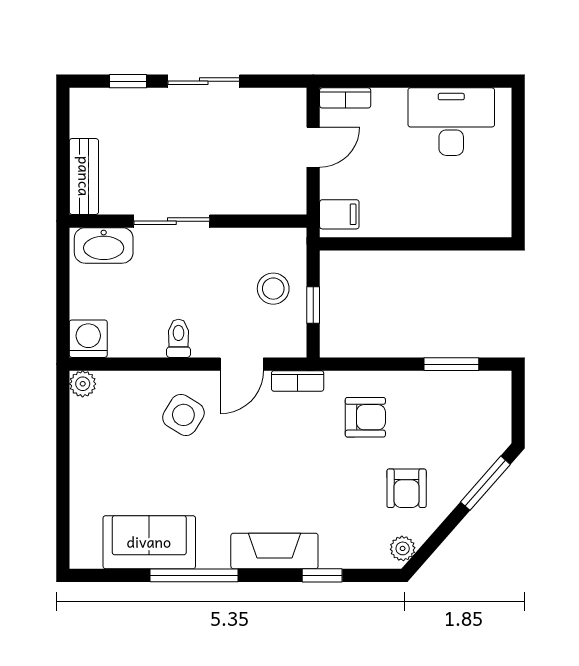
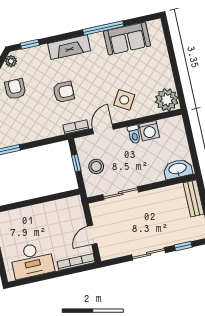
bookcase: (345, 98) -> (76, 262), width x1.56
filing cabinet: (339, 214) -> (74, 207), removed
sliding door: (172, 221) -> (121, 193), moved
washing machine: (88, 339) -> (149, 131), moved
plant: (83, 384) -> (167, 100), width x1.88, depth x1.88
armchair: (365, 417) -> (64, 92), moved, turned 180
window: (322, 575) -> (30, 44), moved

